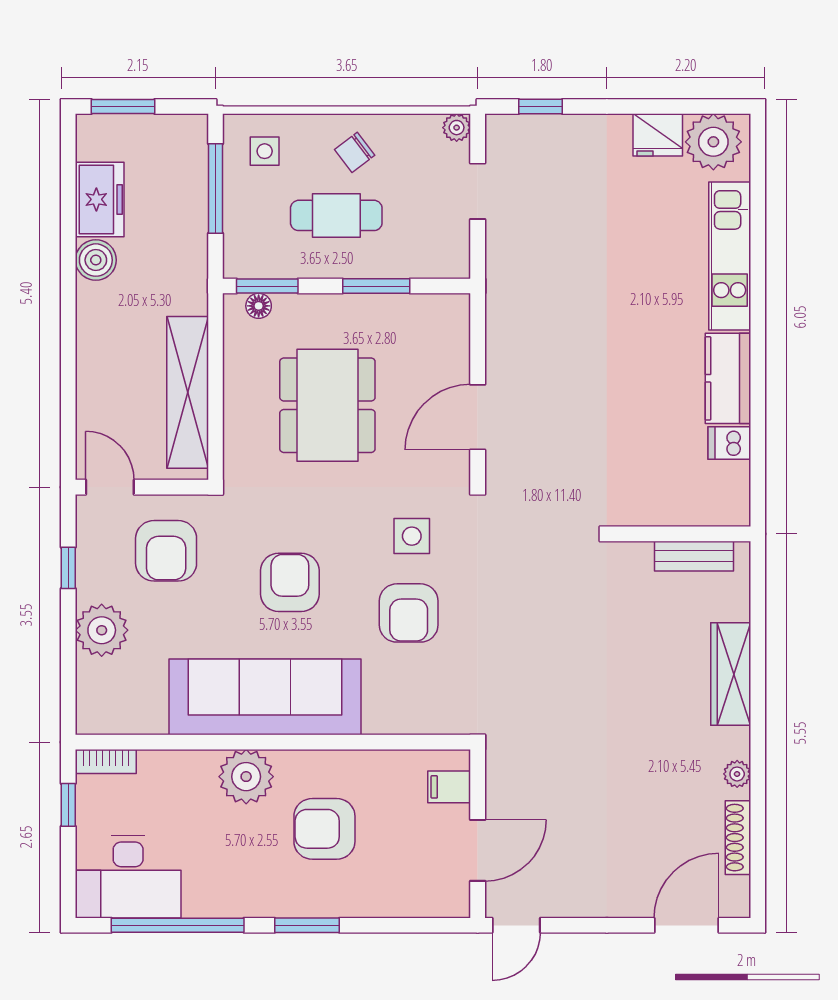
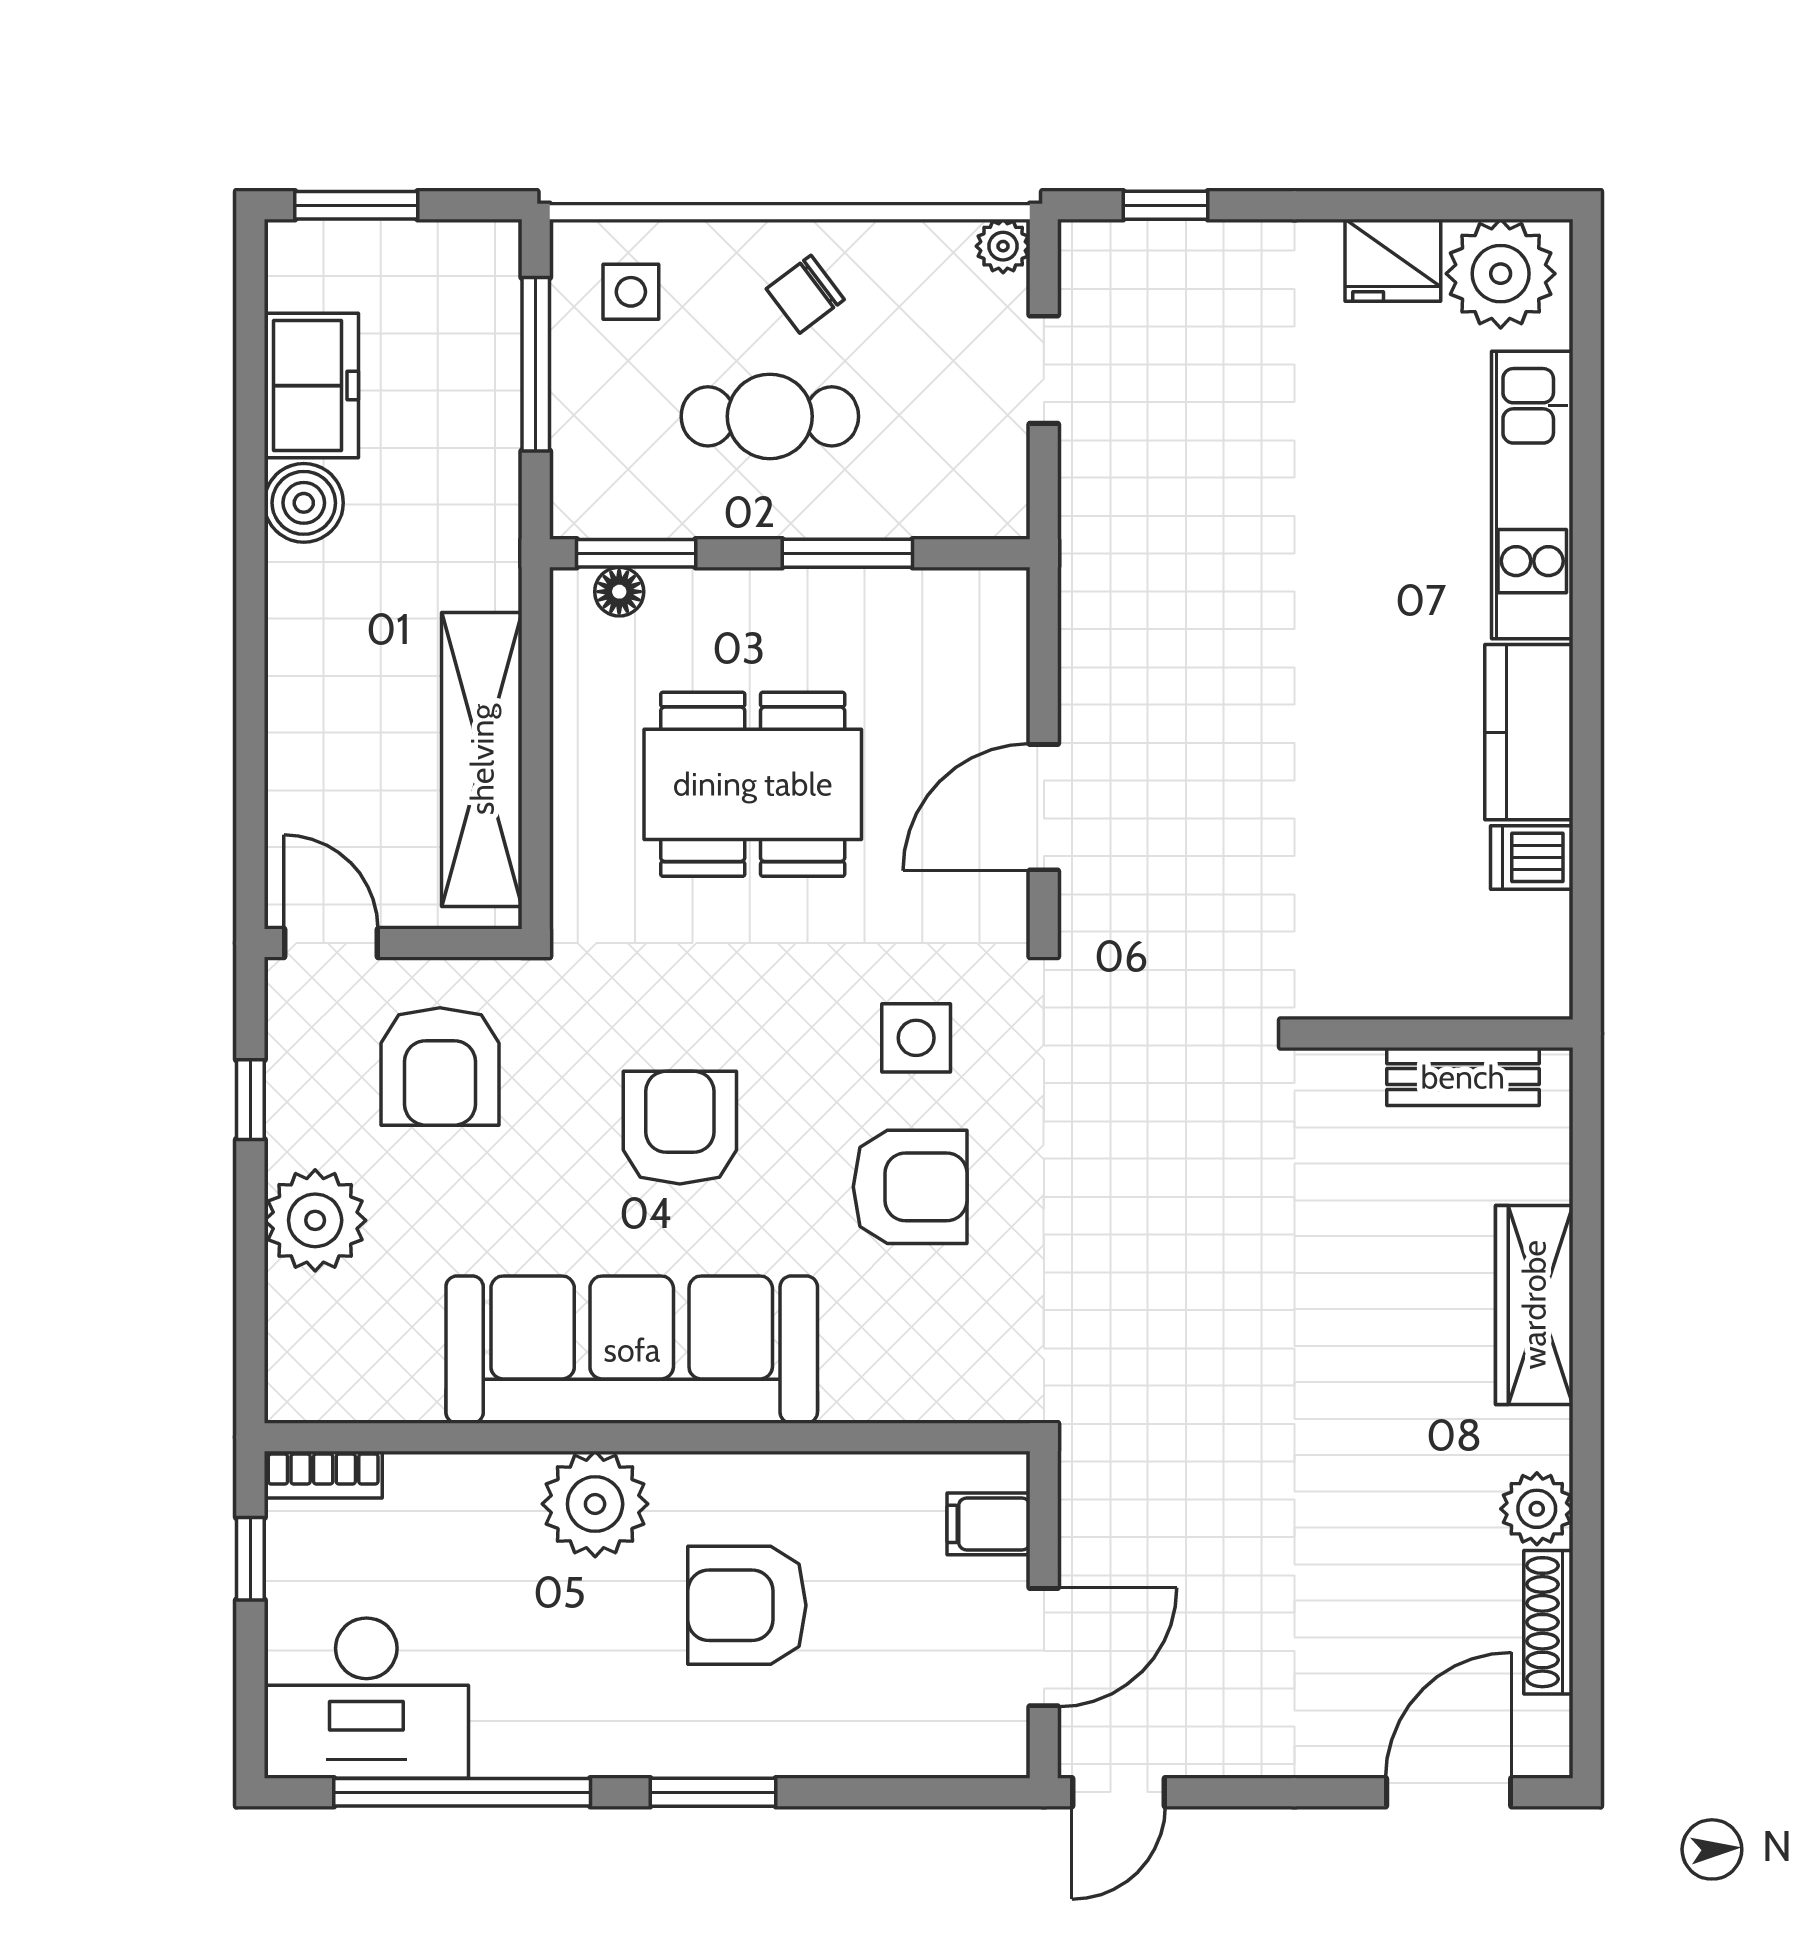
dining table: (327, 405) -> (753, 784), turned 90
armchair: (409, 613) -> (910, 1187), turned -90
plant: (737, 774) -> (1537, 1509), width x1.38, depth x1.38

